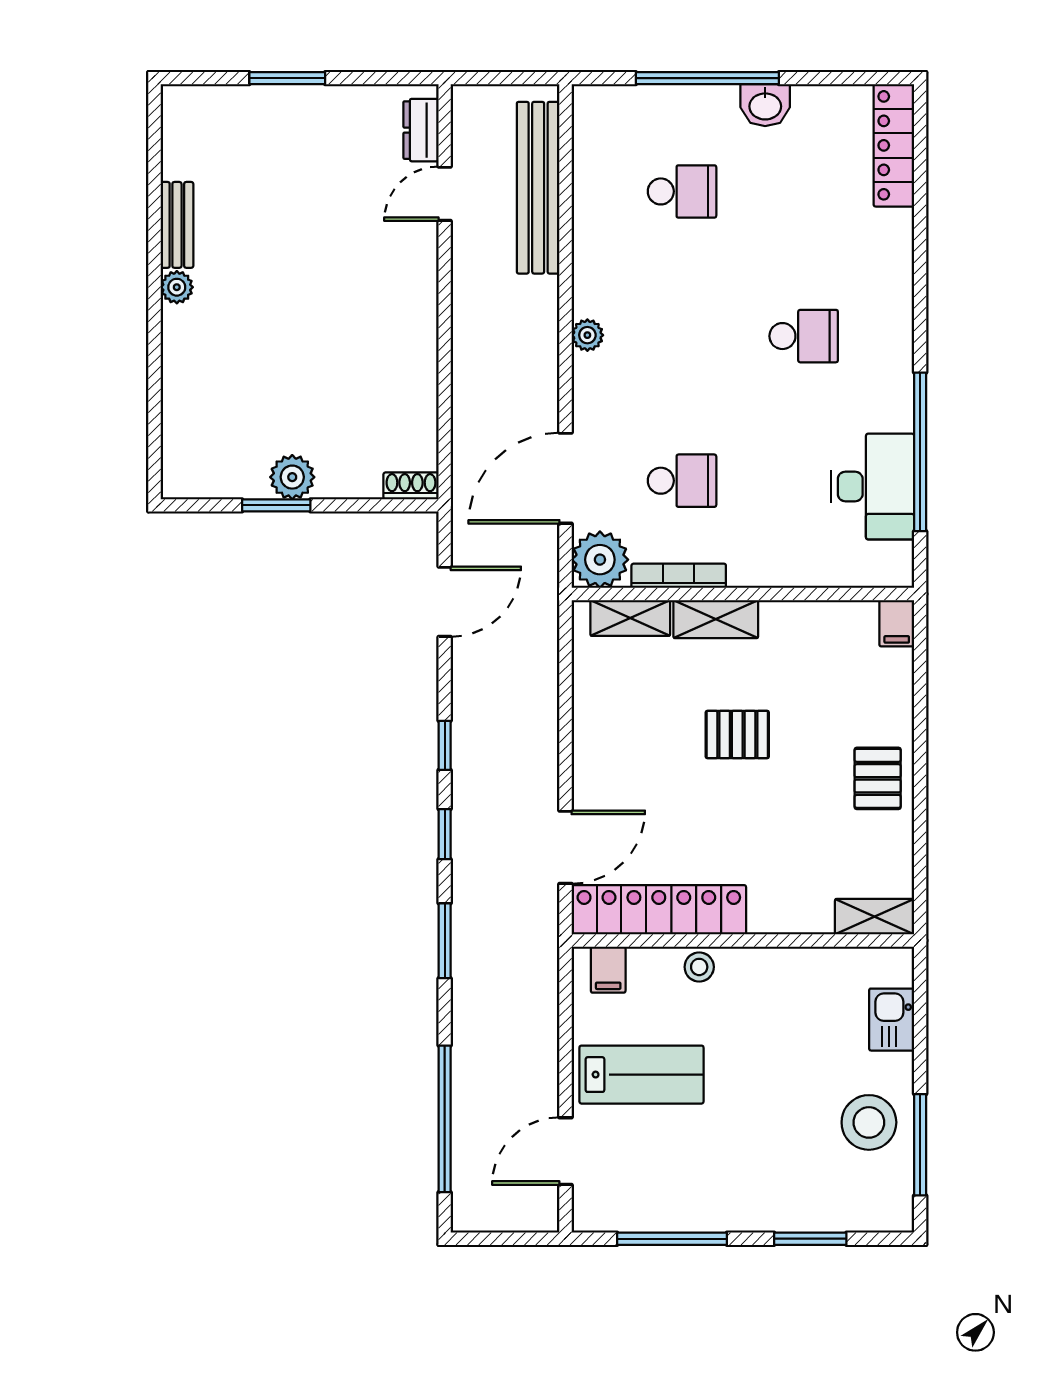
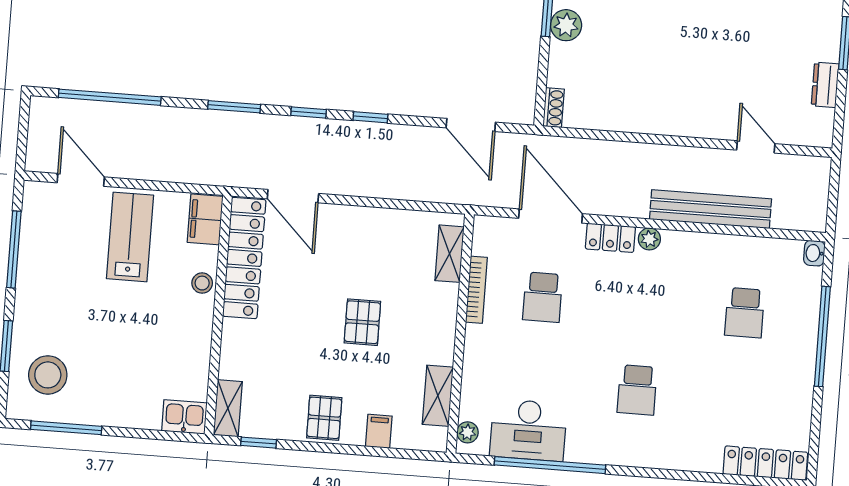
washbasin: (765, 105) -> (814, 253), moved, width x0.72, depth x0.69
dresser: (421, 130) -> (825, 85), moved, turned -90
bench: (538, 188) -> (710, 209), moved
locker: (590, 391) -> (610, 238), added
plant: (600, 560) -> (468, 432), moved, width x0.53, depth x0.53
shelving: (716, 619) -> (438, 396), moved
filing cabinet: (897, 623) -> (379, 431), moved, turned 90
pallet: (878, 778) -> (324, 418), turned 90
window: (920, 869) -> (259, 443), added
filing cabinet: (608, 970) -> (205, 219), width x2.00
kitchen sink: (892, 1020) -> (184, 417), moved
lab bench: (641, 1075) -> (130, 237), turned 180
stool: (869, 1122) -> (48, 375), moved

